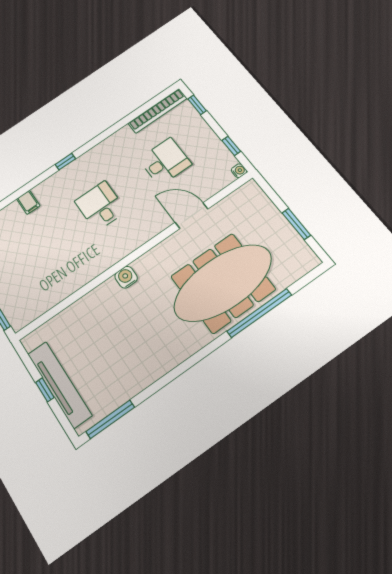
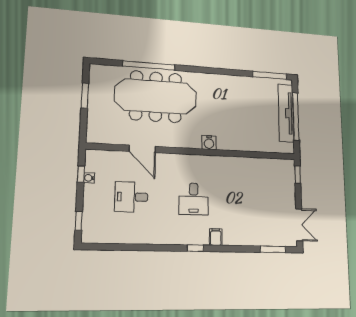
bookcase: (158, 111) -> (108, 238), removed
water cooler: (239, 171) -> (89, 178), moved
filing cabinet: (28, 202) -> (216, 237), moved
window: (45, 390) -> (296, 116), width x3.17

